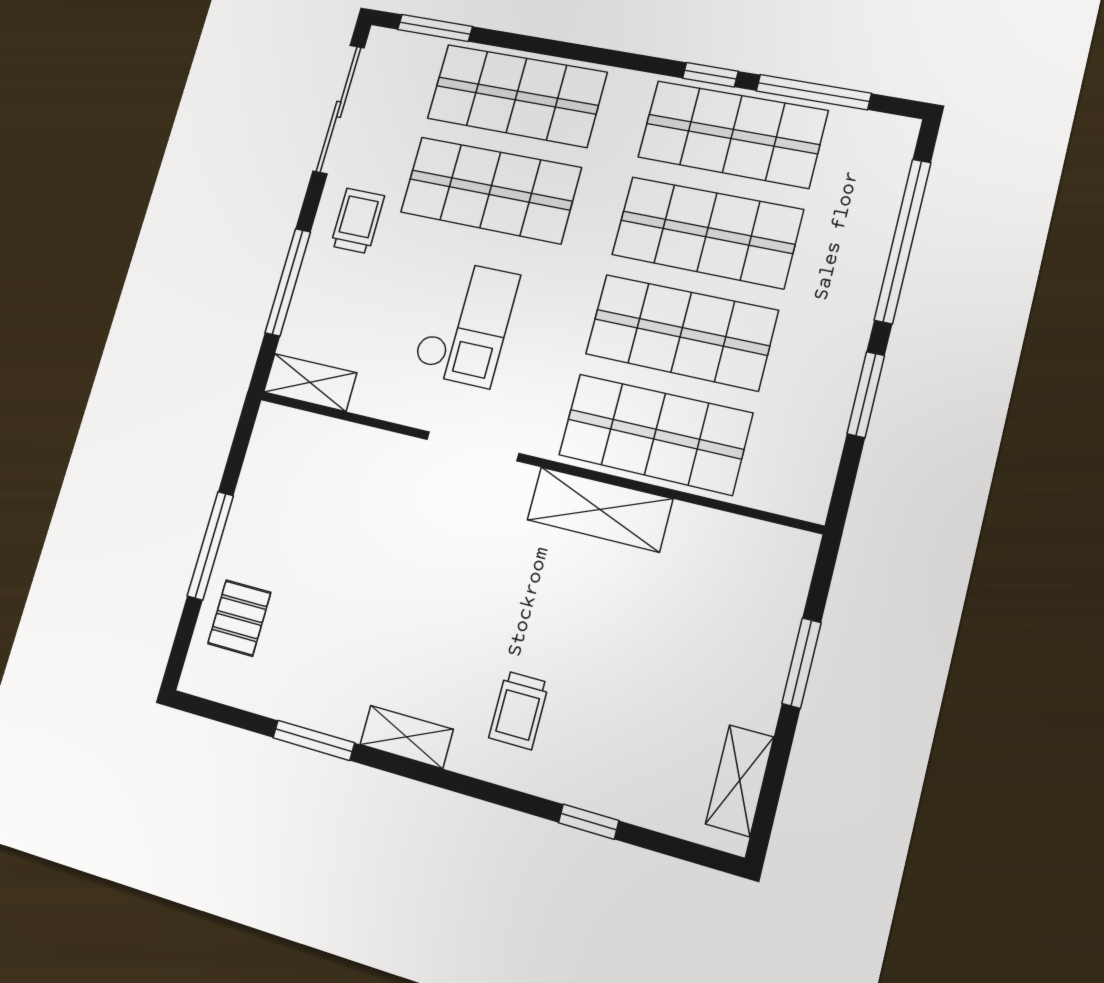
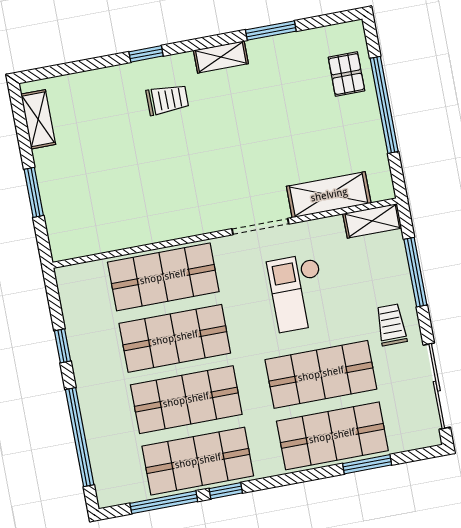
window: (435, 28) -> (367, 464), moved
trolley: (358, 221) -> (391, 325), turned 180
window: (866, 395) -> (63, 346), width x0.67
shelving: (600, 509) -> (329, 195), moved
window: (210, 546) -> (384, 105), width x1.46
trolley: (519, 710) -> (167, 100), turned 90
window: (589, 822) -> (146, 54), moved

